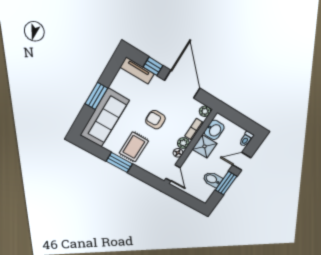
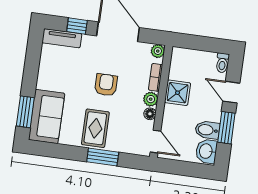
window: (96, 96) -> (25, 112), moved
sofa: (104, 118) -> (47, 116), width x0.73
armchair: (155, 120) -> (106, 85), turned 90
washbasin: (214, 130) -> (206, 151), moved, turned 180
door: (242, 161) -> (231, 92), hinge flipped
window: (119, 163) -> (103, 157), moved

